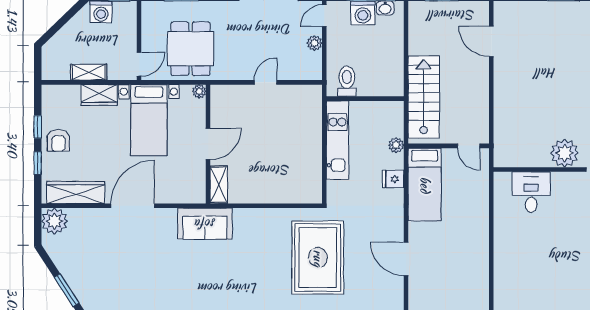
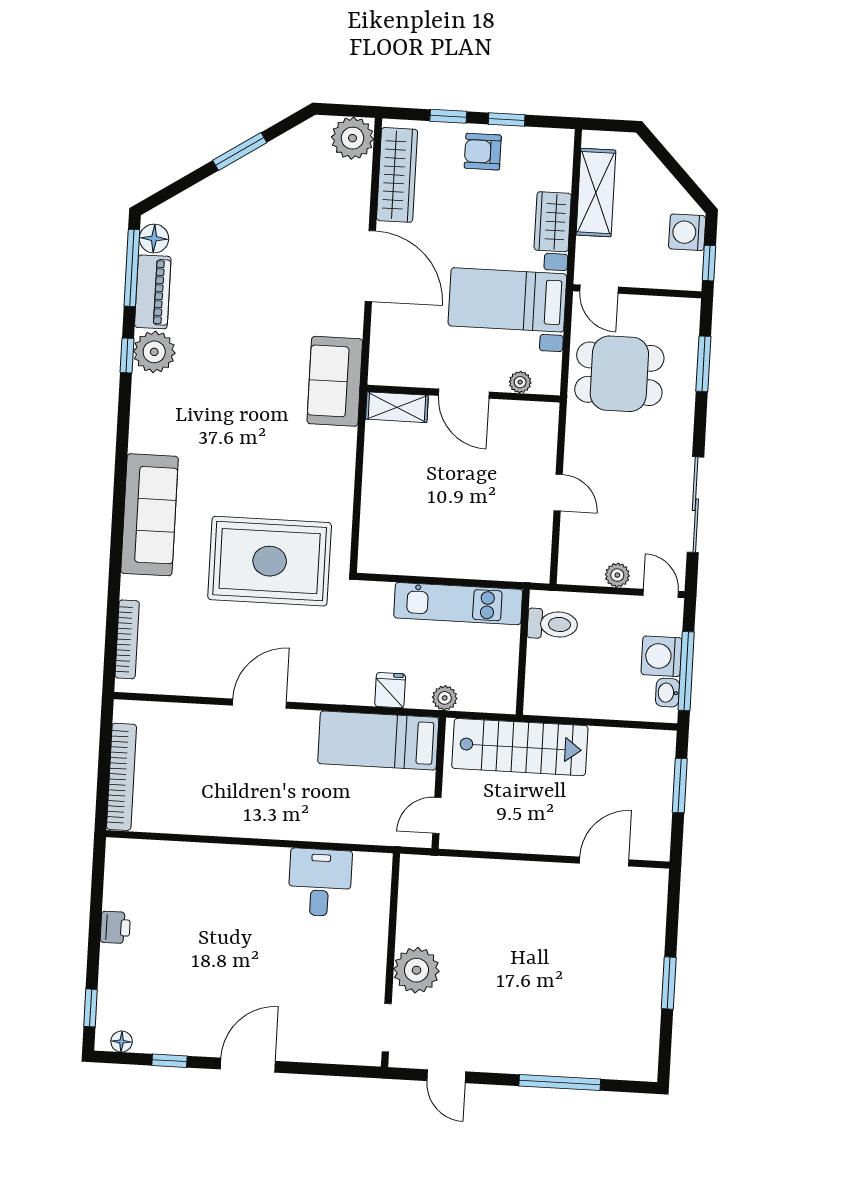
shelving: (89, 72) -> (596, 193), width x1.50, depth x1.33
plant: (199, 91) -> (520, 382), moved
desk: (531, 192) -> (320, 882), moved, turned -90

